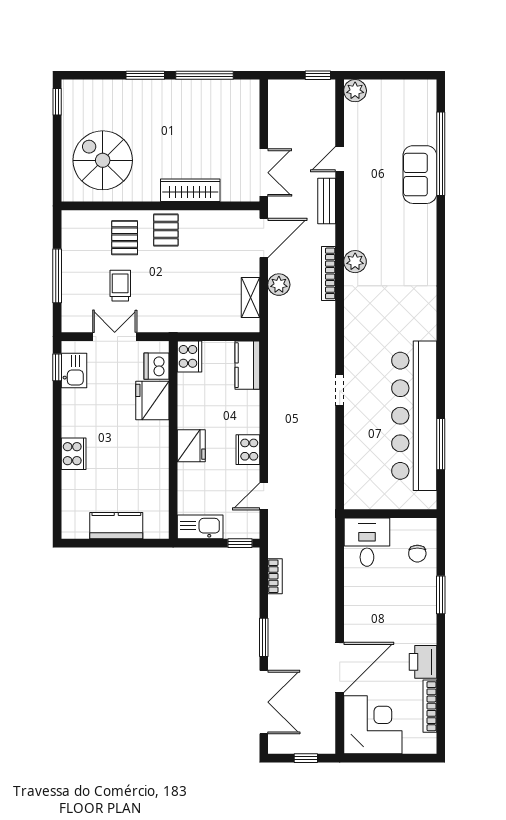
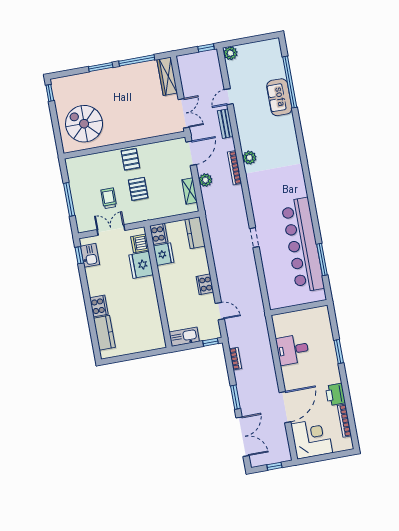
wardrobe: (190, 190) -> (167, 76), moved, turned -90
pallet: (125, 238) -> (138, 189), moved
fridge: (191, 446) -> (164, 254), moved
door: (264, 496) -> (220, 311), swing flipped
kitchen counter: (116, 526) -> (104, 333), moved, turned 90
desk: (367, 542) -> (293, 350), moved, turned -90
chair: (417, 554) -> (320, 329), removed

